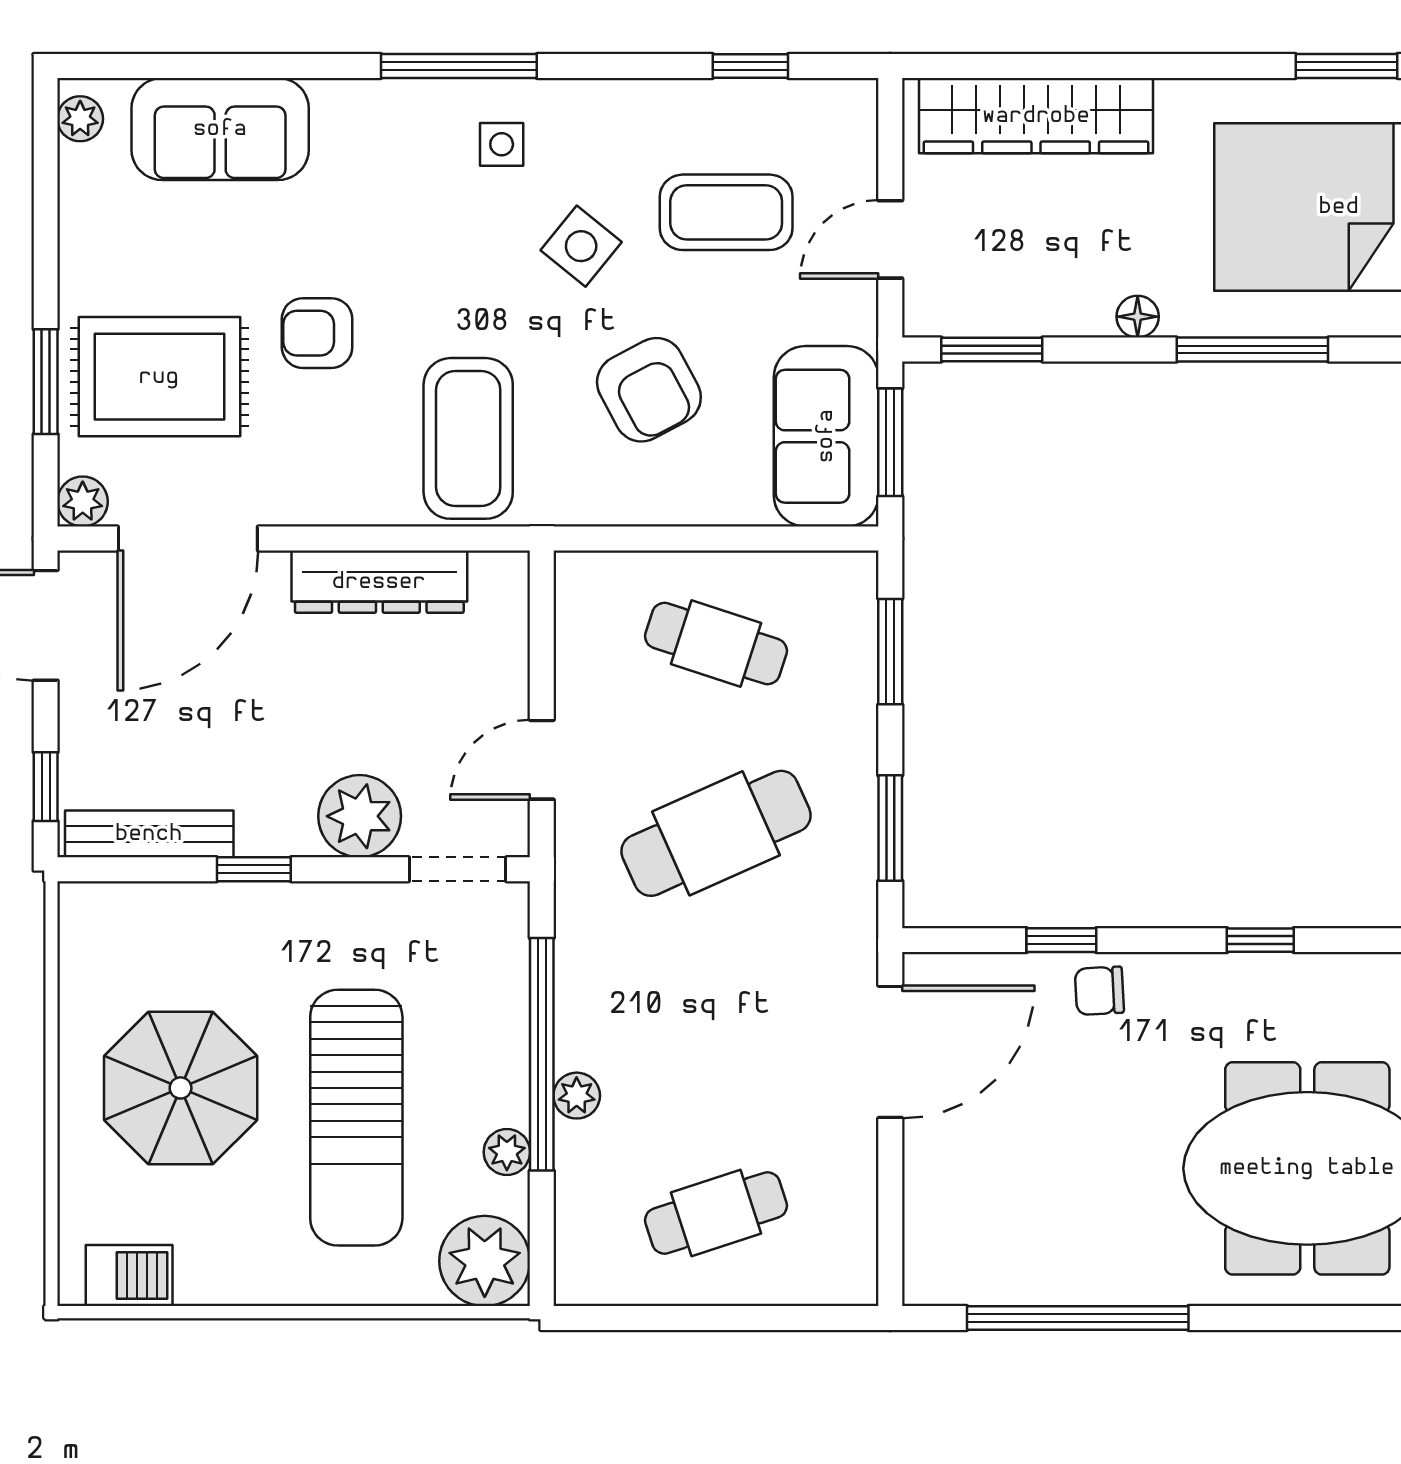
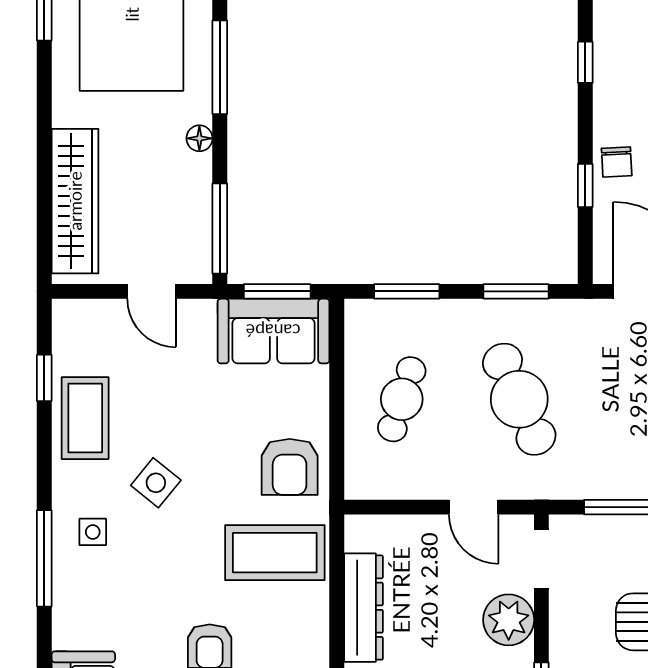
coffee table: (726, 212) -> (85, 418), moved
window: (992, 349) -> (220, 229), width x1.44
armchair: (649, 390) -> (290, 467), moved, turned 118

